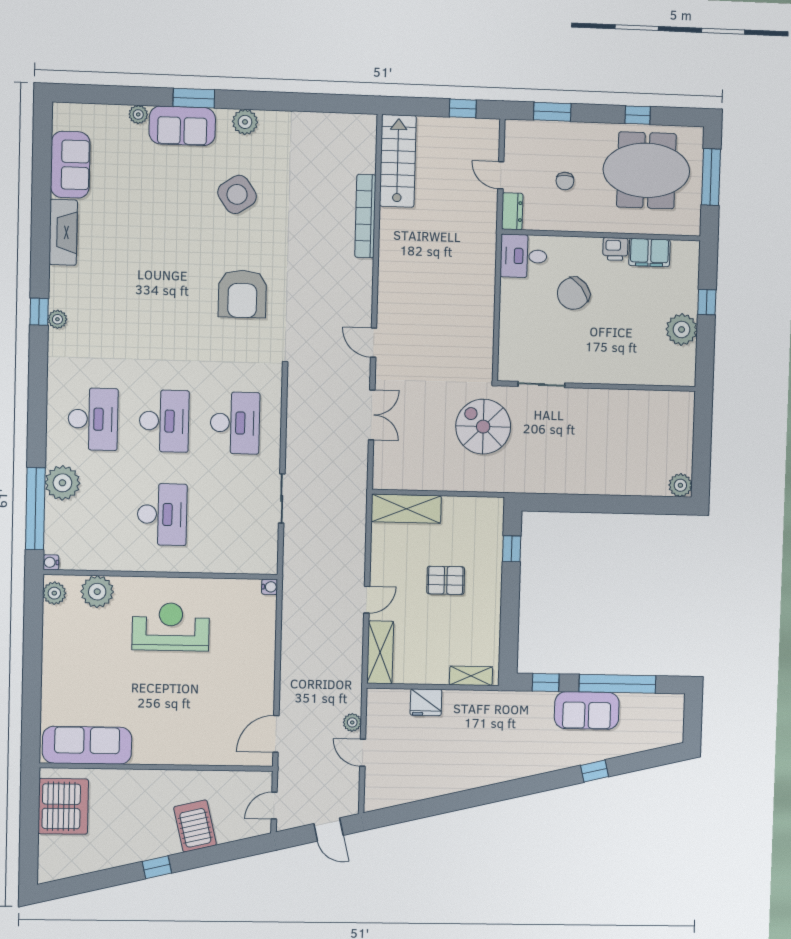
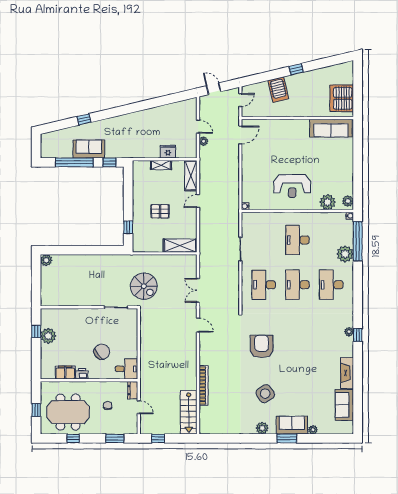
window: (711, 177) -> (36, 410), width x0.46
window: (707, 302) -> (36, 332), moved
shelving: (471, 676) -> (161, 165), moved

